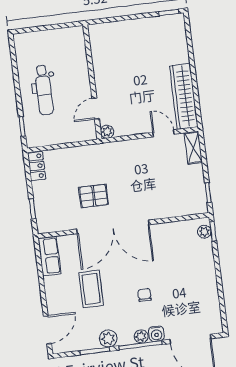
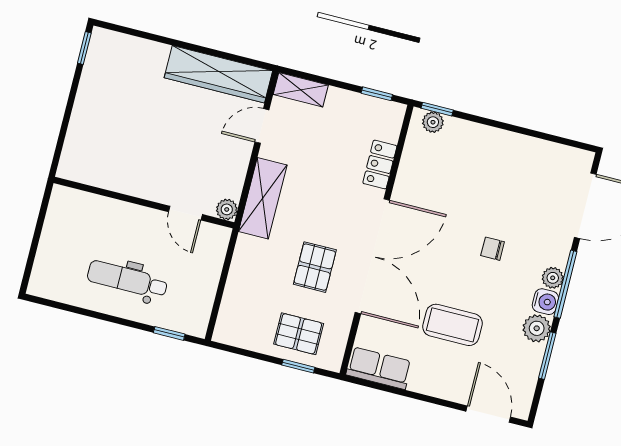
dental chair: (44, 90) -> (127, 280), turned 180
shelving: (122, 150) -> (263, 198), added
locker: (37, 166) -> (380, 165), moved, turned -90
pallet: (51, 202) -> (299, 334), added
water cooler: (156, 334) -> (545, 302), moved

